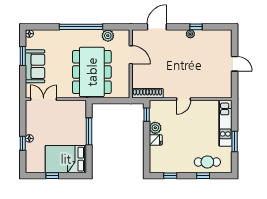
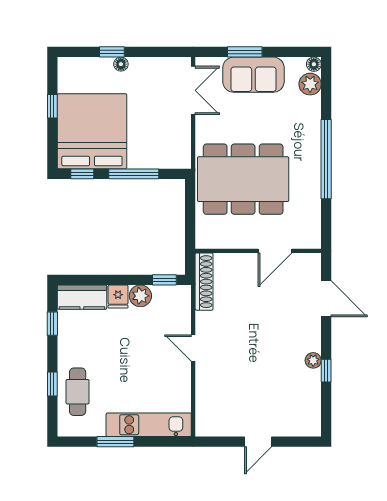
plant: (108, 36) -> (310, 84), moved
window: (23, 56) -> (245, 52), moved
bed: (66, 159) -> (92, 131), width x1.36
window: (89, 159) -> (82, 174), added
kitchen counter: (156, 160) -> (82, 297), added

